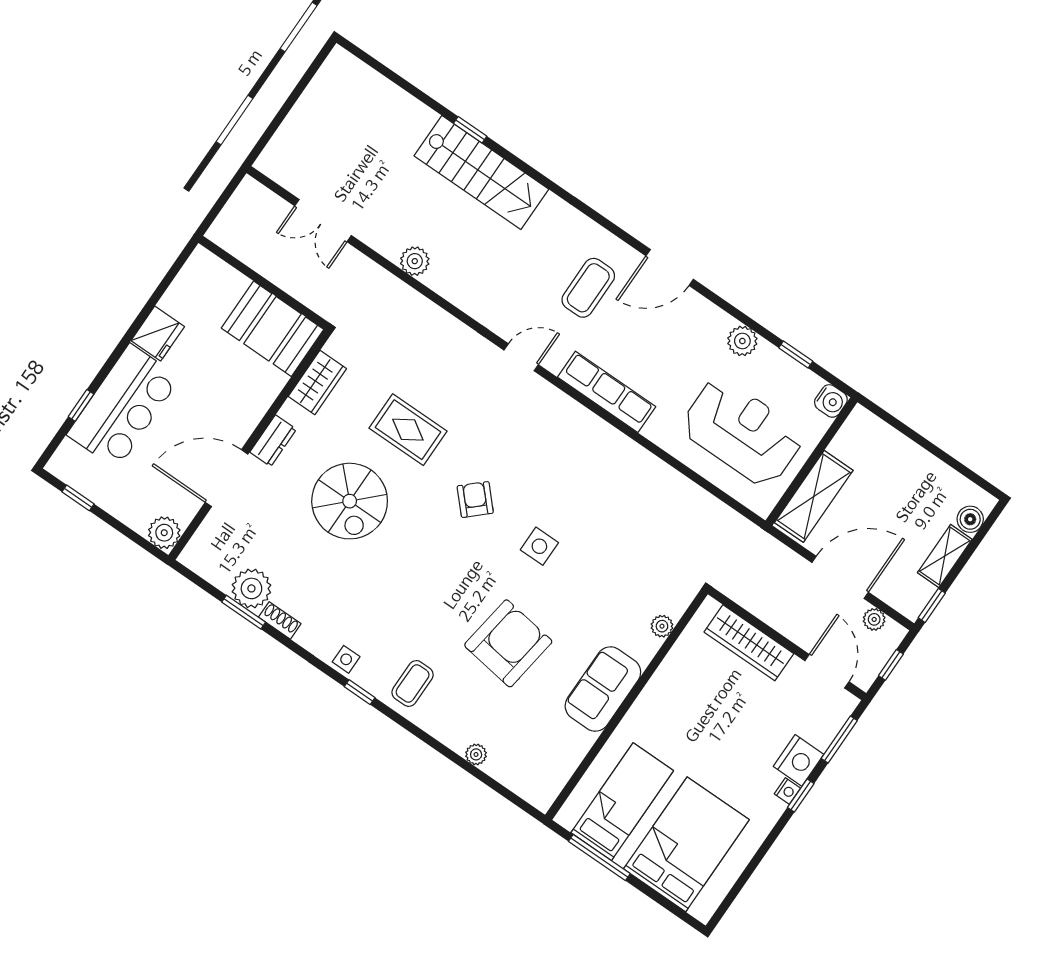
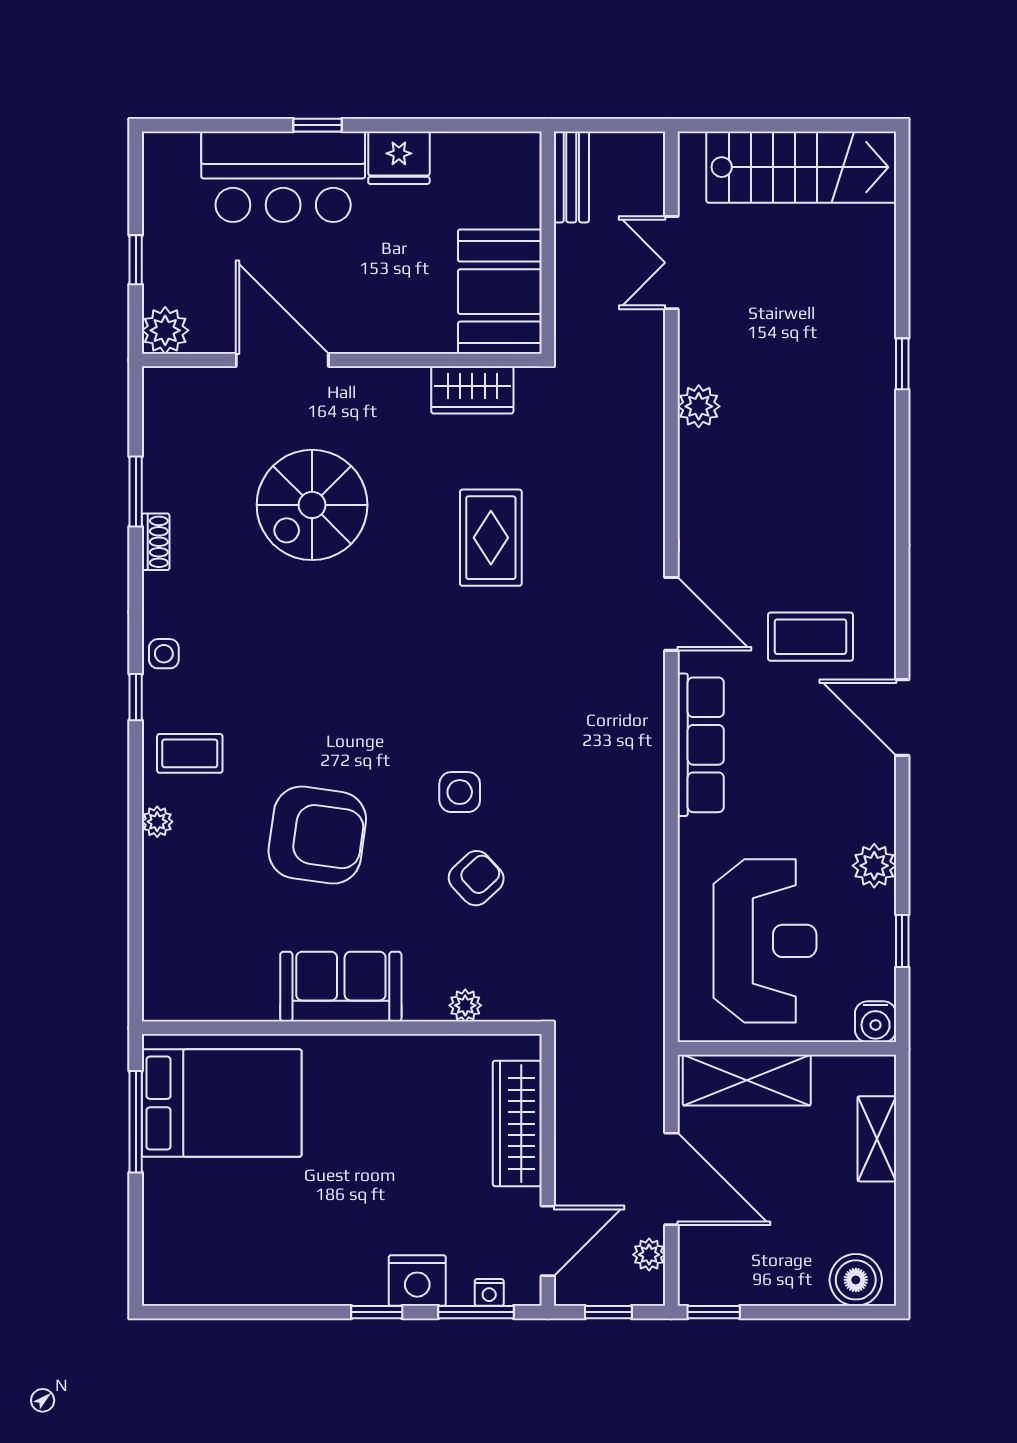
stairs: (481, 173) -> (801, 167), moved, turned -90
bench: (236, 244) -> (571, 177), added
door: (521, 357) -> (671, 614), width x1.38
window: (81, 405) -> (318, 125), moved
dresser: (273, 441) -> (366, 385), removed
window: (78, 498) -> (136, 260), moved
armchair: (475, 499) -> (476, 878), moved
spiral stairs: (350, 501) -> (312, 505), moved
boiler: (970, 519) -> (856, 1280), width x1.36, depth x1.36
shelving: (945, 556) -> (877, 1139), moved, turned 90
plant: (251, 588) -> (171, 481), removed
plant: (476, 754) -> (157, 822), moved
nightstand: (787, 791) -> (489, 1292), moved
bed: (622, 802) -> (222, 1103), width x1.50
bed: (686, 844) -> (223, 1215), removed

